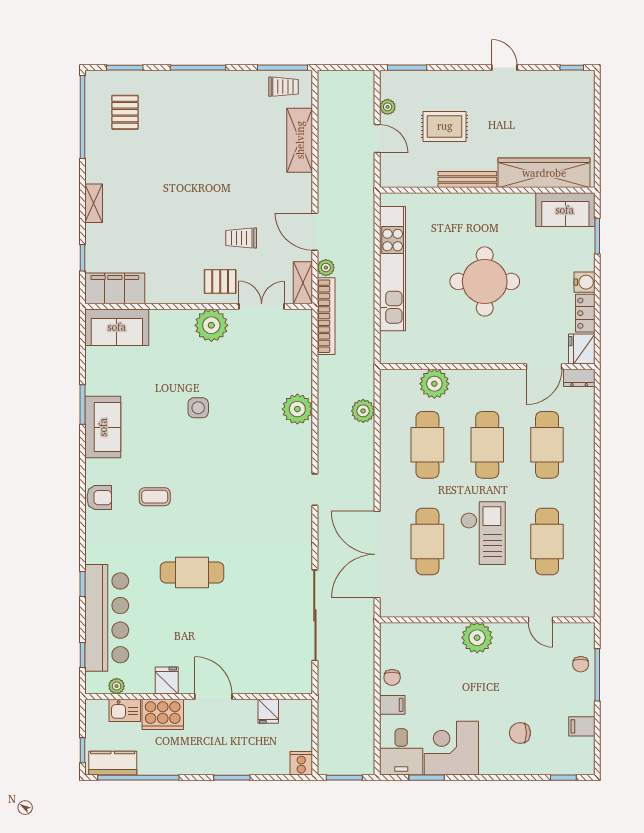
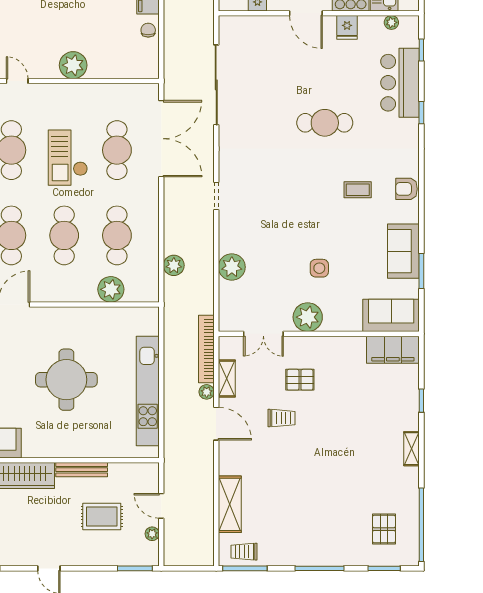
filing cabinet: (115, 288) -> (393, 350), moved
wall: (199, 306) -> (319, 334), moved
double door: (262, 306) -> (263, 334), moved
plant: (211, 325) -> (308, 317), moved
sofa: (117, 327) -> (391, 315), moved
bar counter: (107, 618) -> (400, 83), width x0.73

